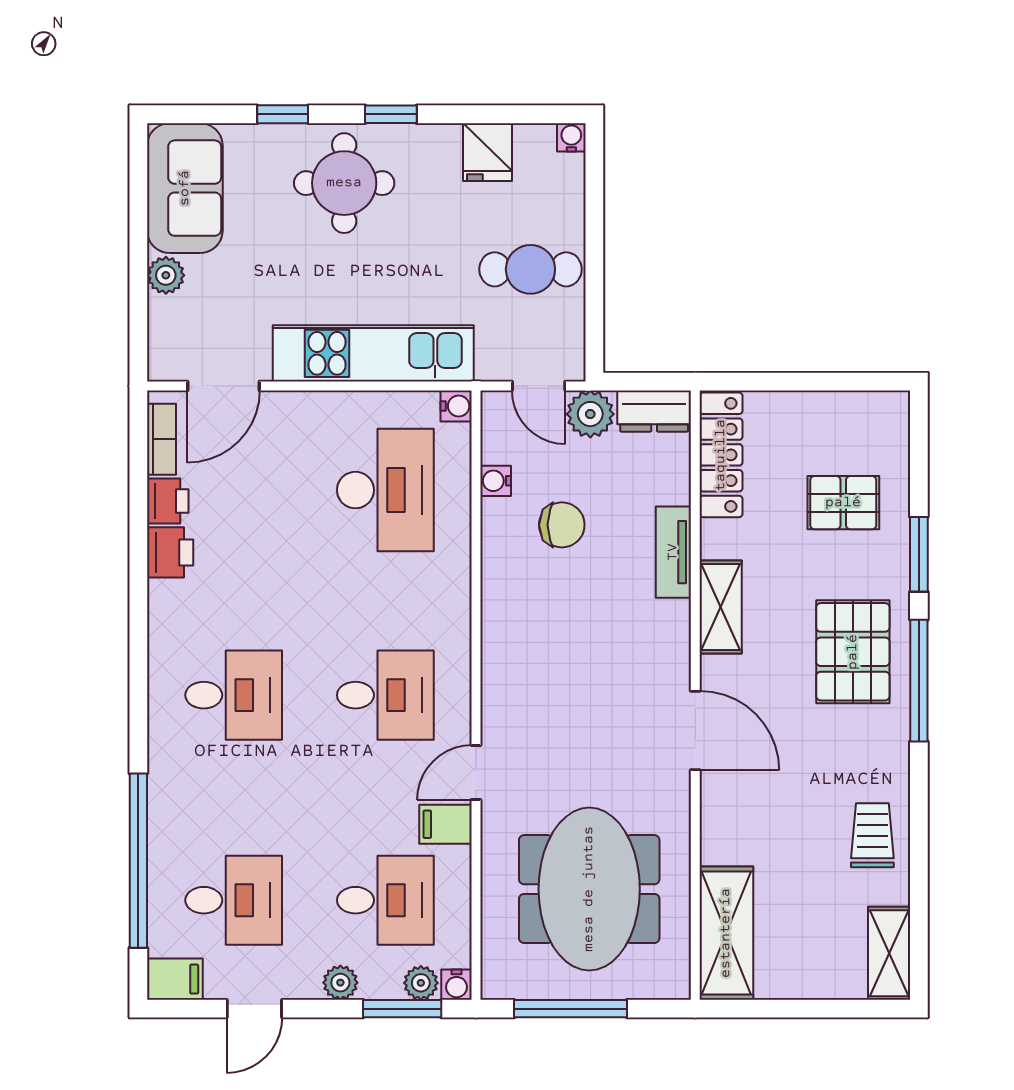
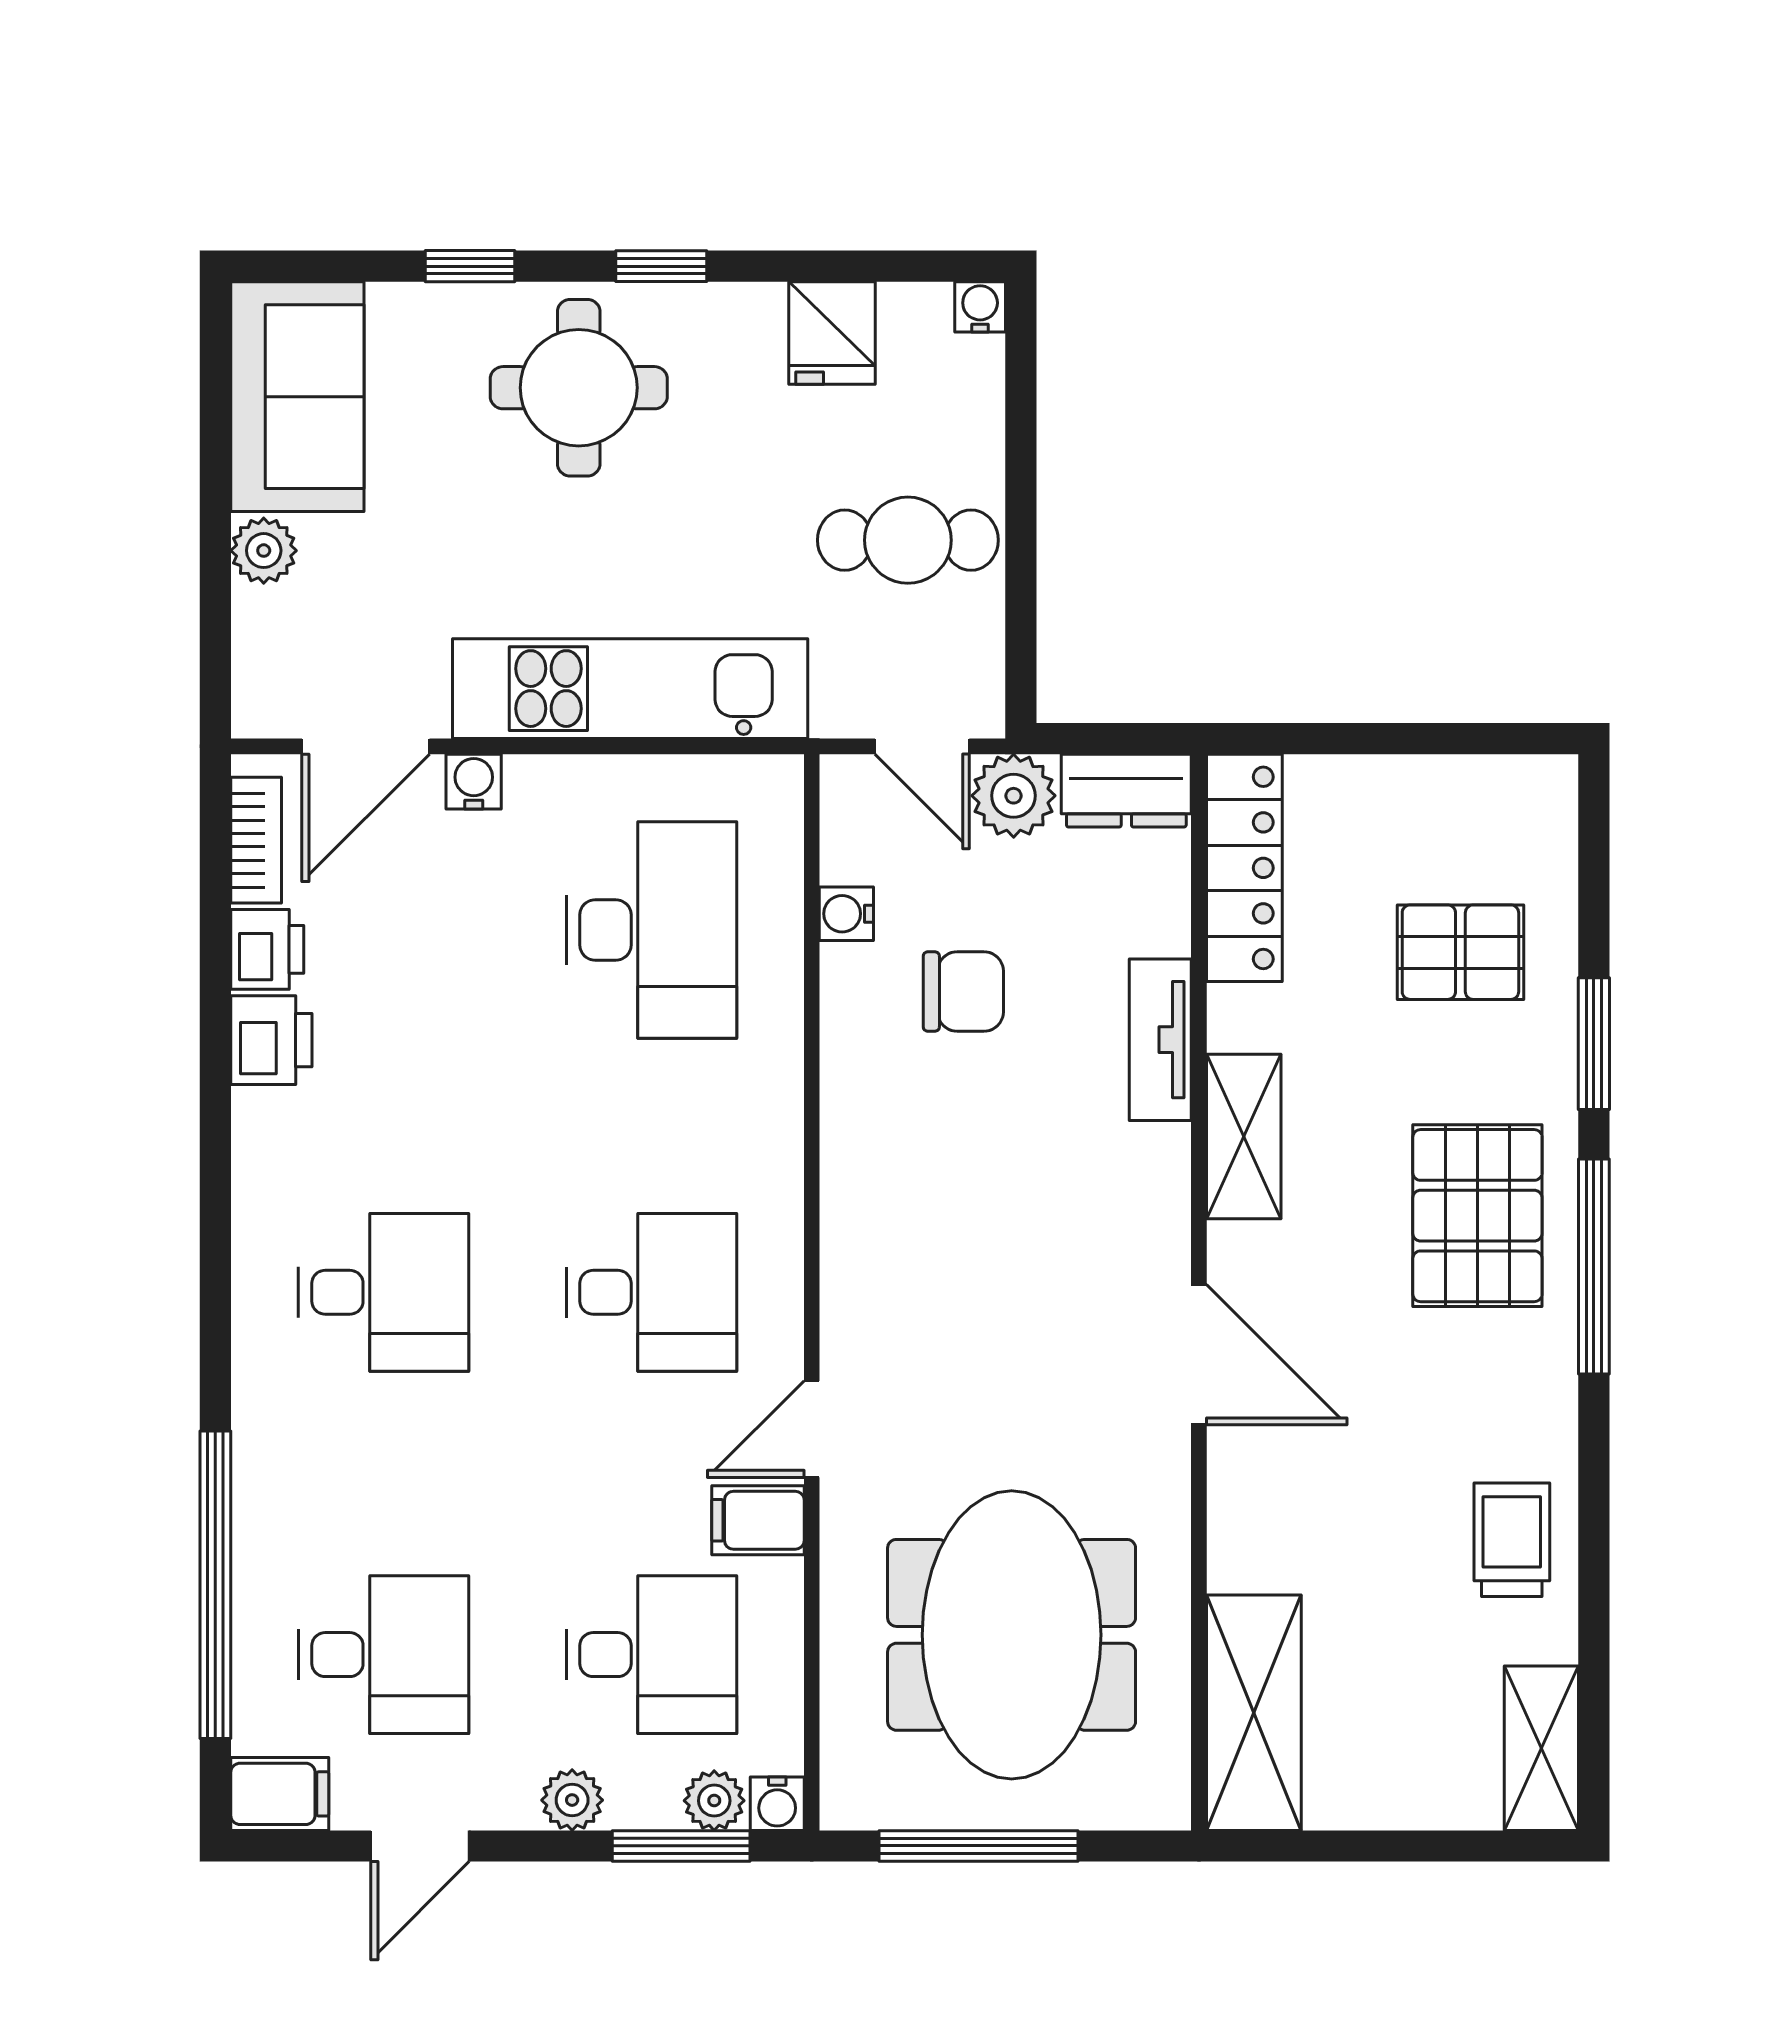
water cooler: (456, 406) -> (474, 782), moved, turned -90

